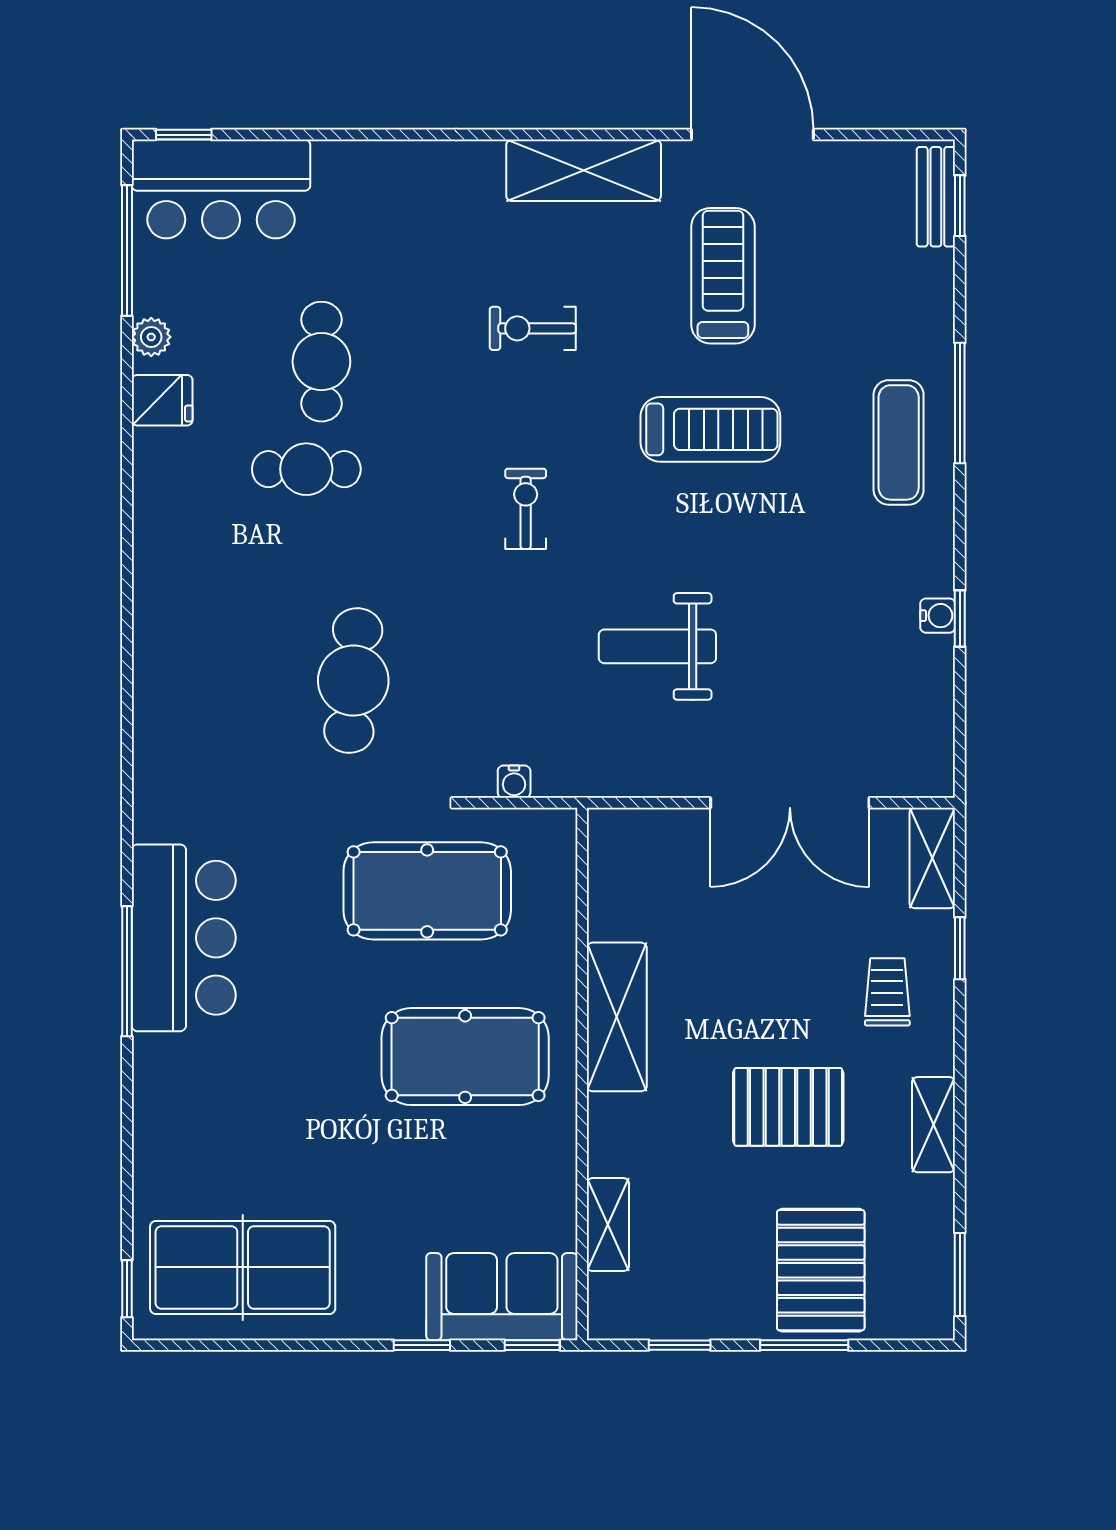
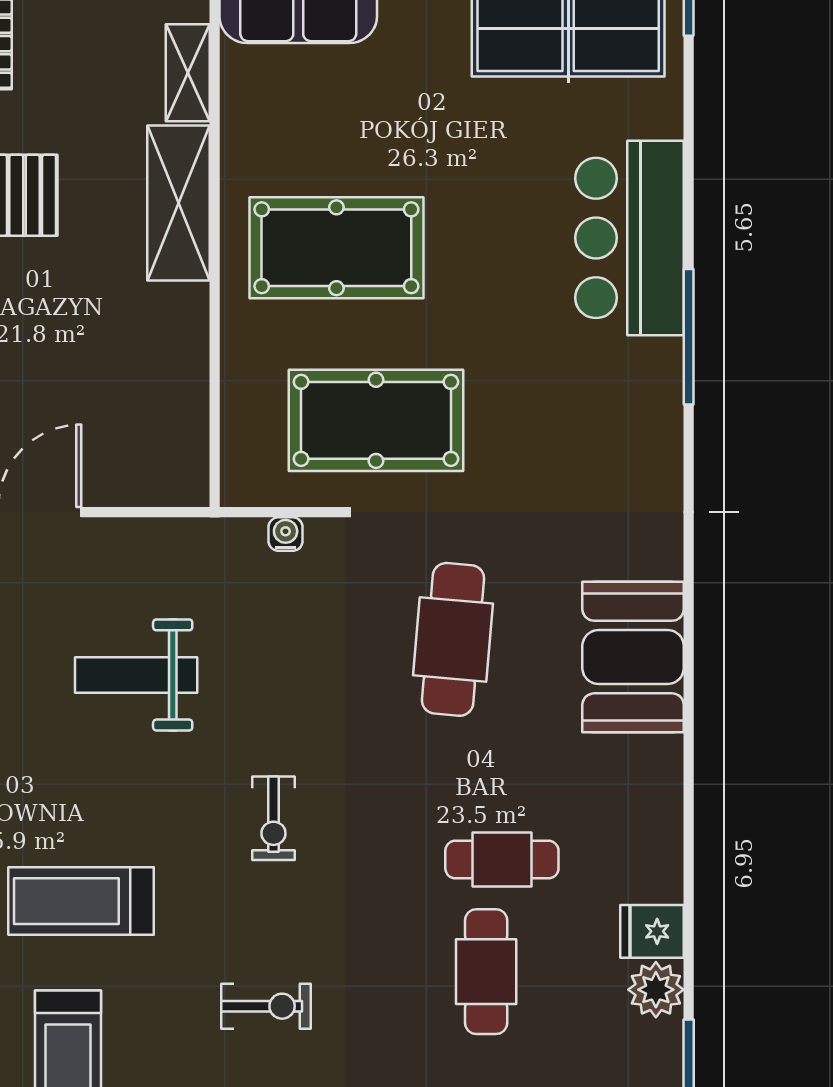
plant: (151, 337) -> (656, 990), width x1.38, depth x1.38
weight bench: (657, 646) -> (136, 675), turned 180
booth: (180, 664) -> (633, 657), added
bar counter: (184, 938) -> (630, 238), moved
shelving: (617, 1017) -> (179, 203), moved

